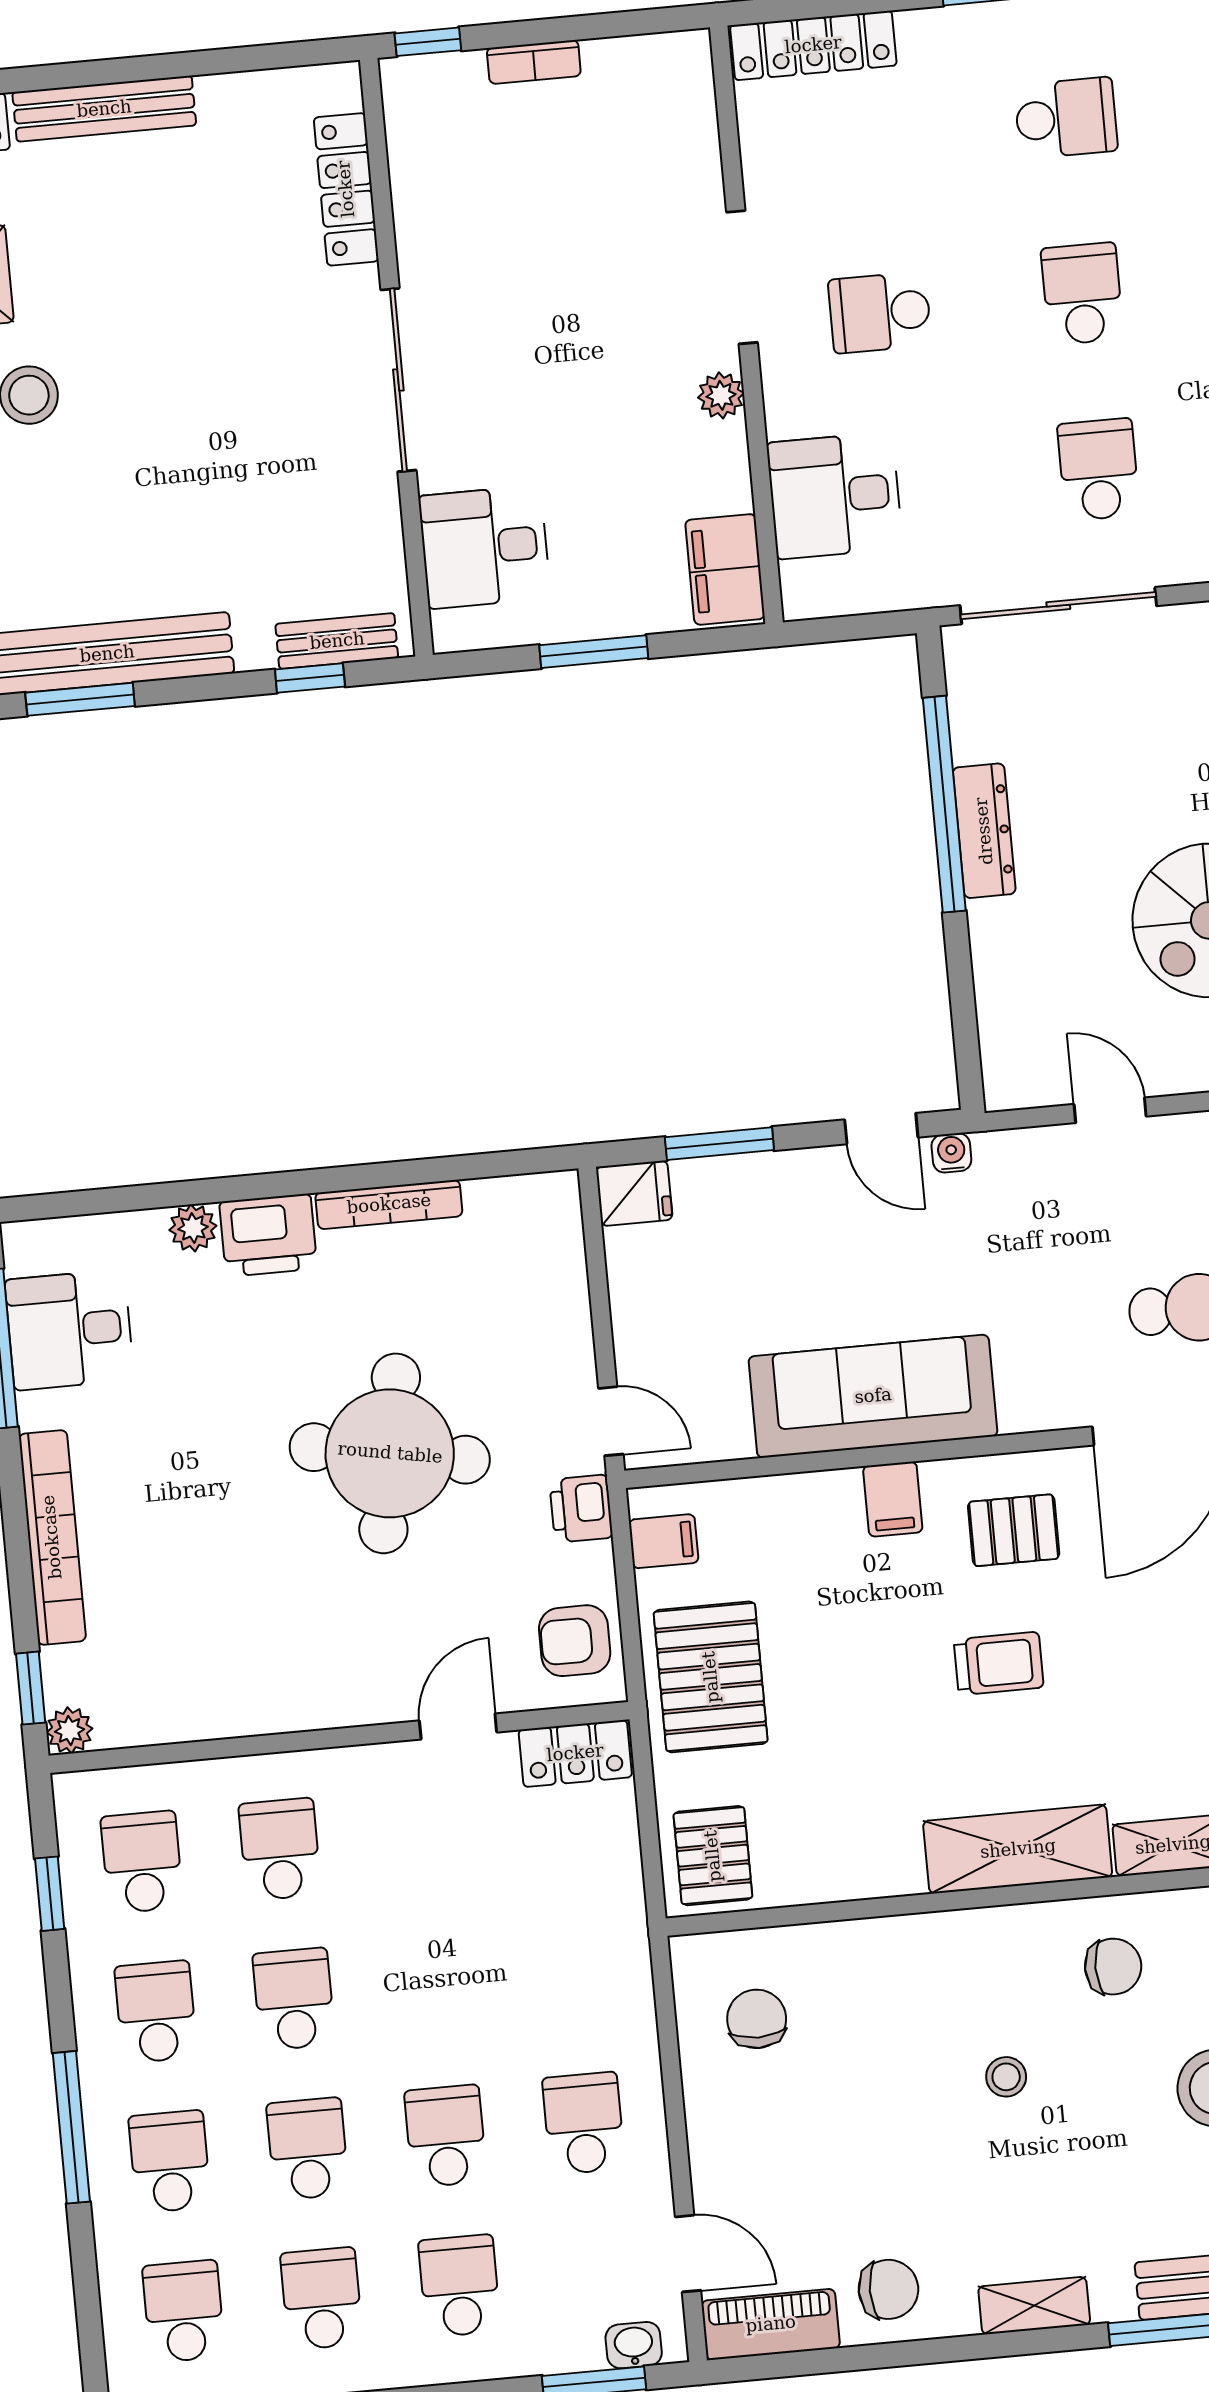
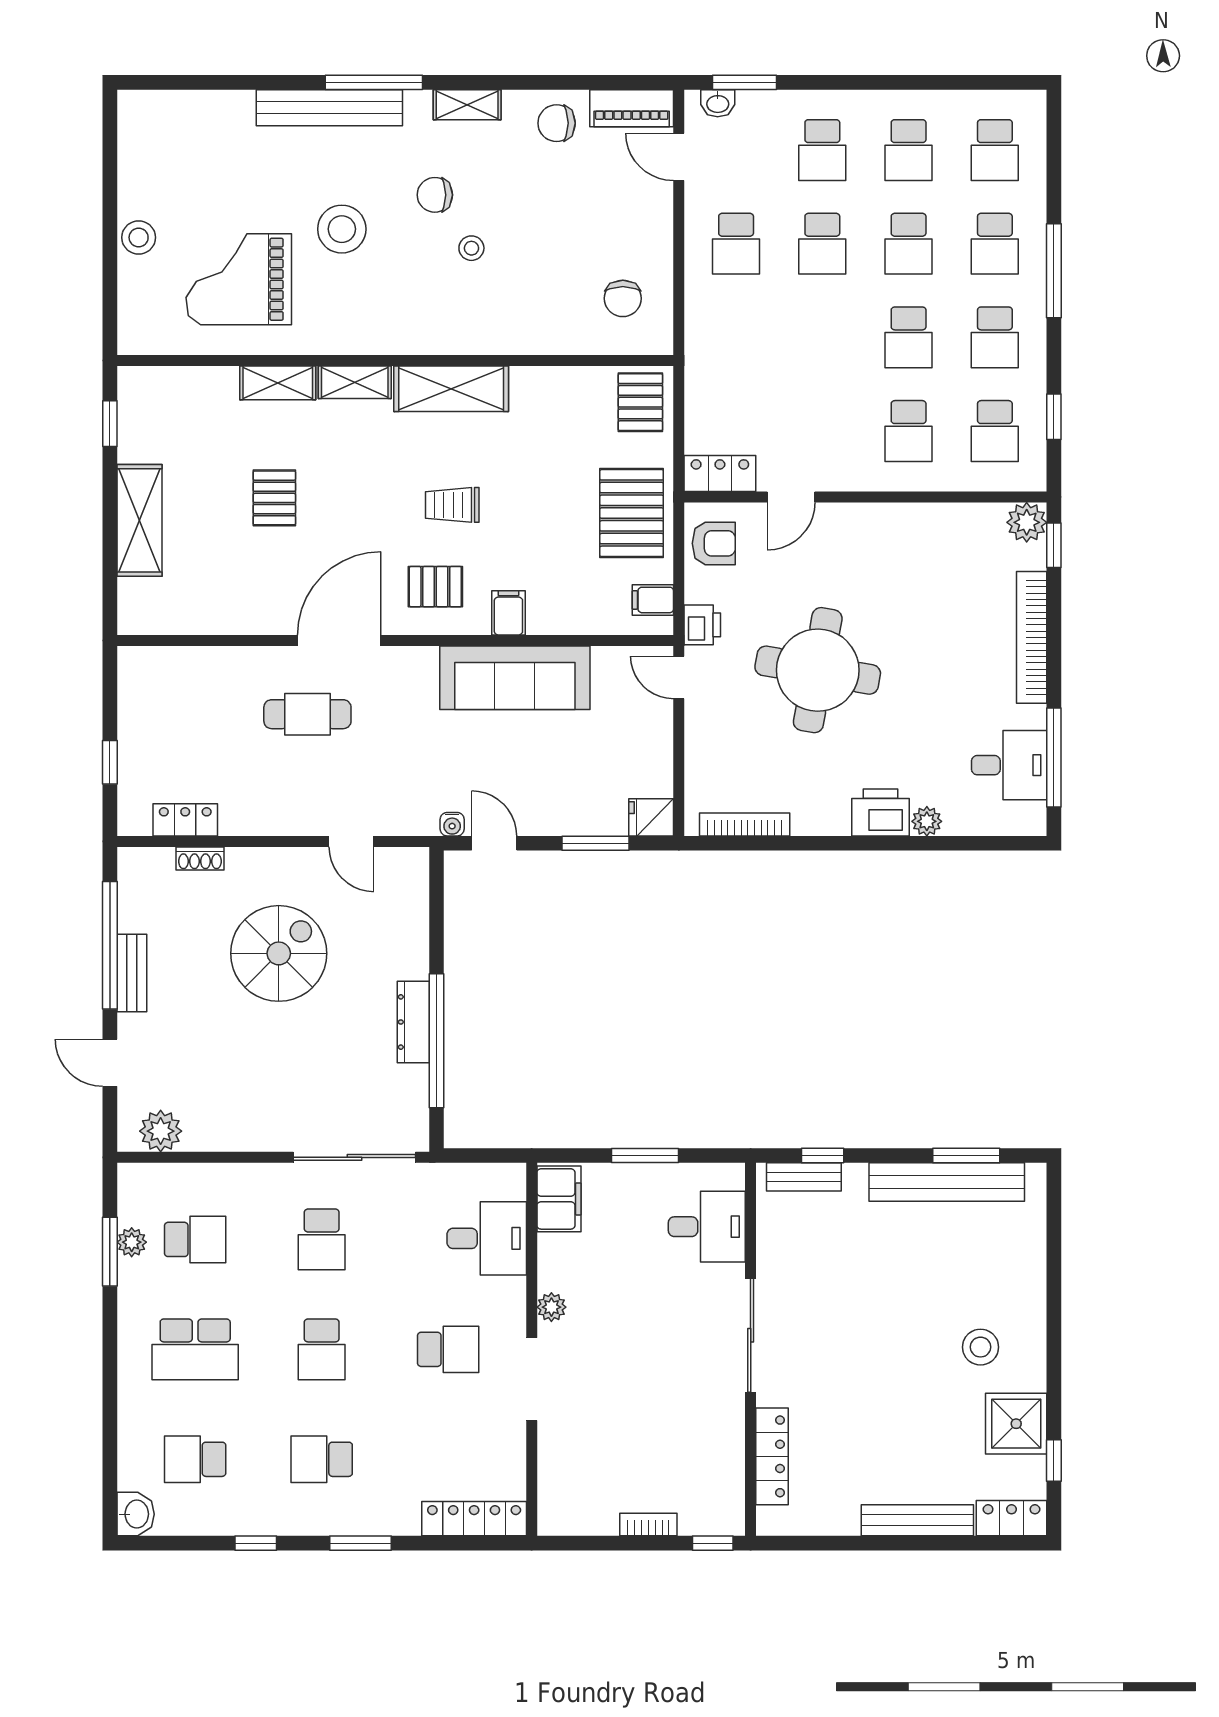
bookcase: (389, 1204) -> (745, 825), moved
plant: (70, 1730) -> (1027, 522), width x1.38, depth x1.38
chair: (1113, 1967) -> (435, 195), moved

